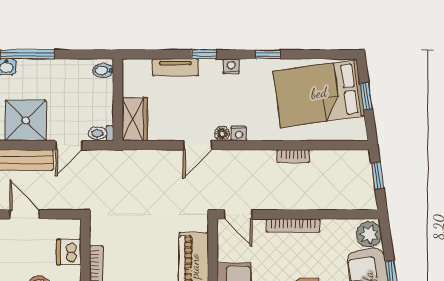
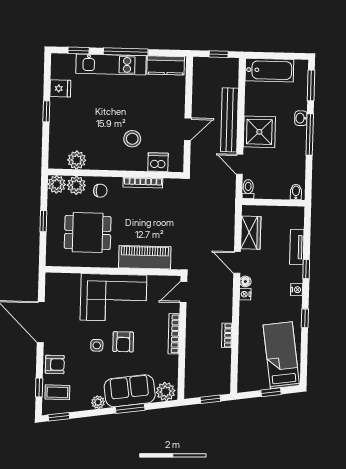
bed: (319, 93) -> (281, 355), width x0.67
wardrobe: (135, 119) -> (251, 233), moved, turned -90

